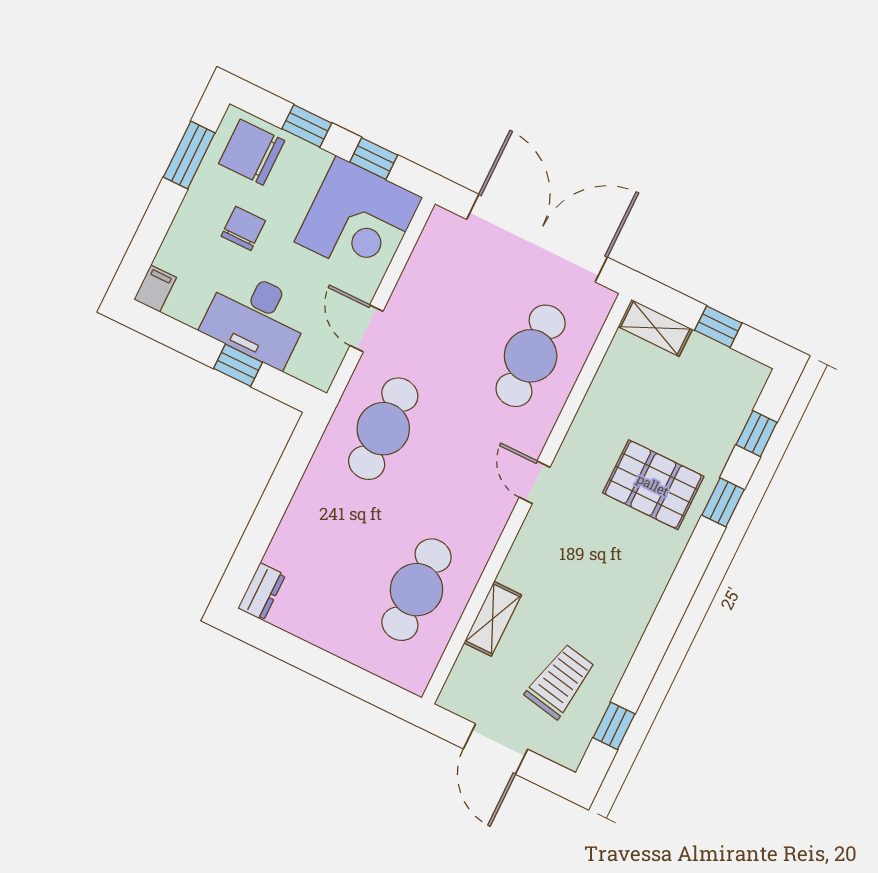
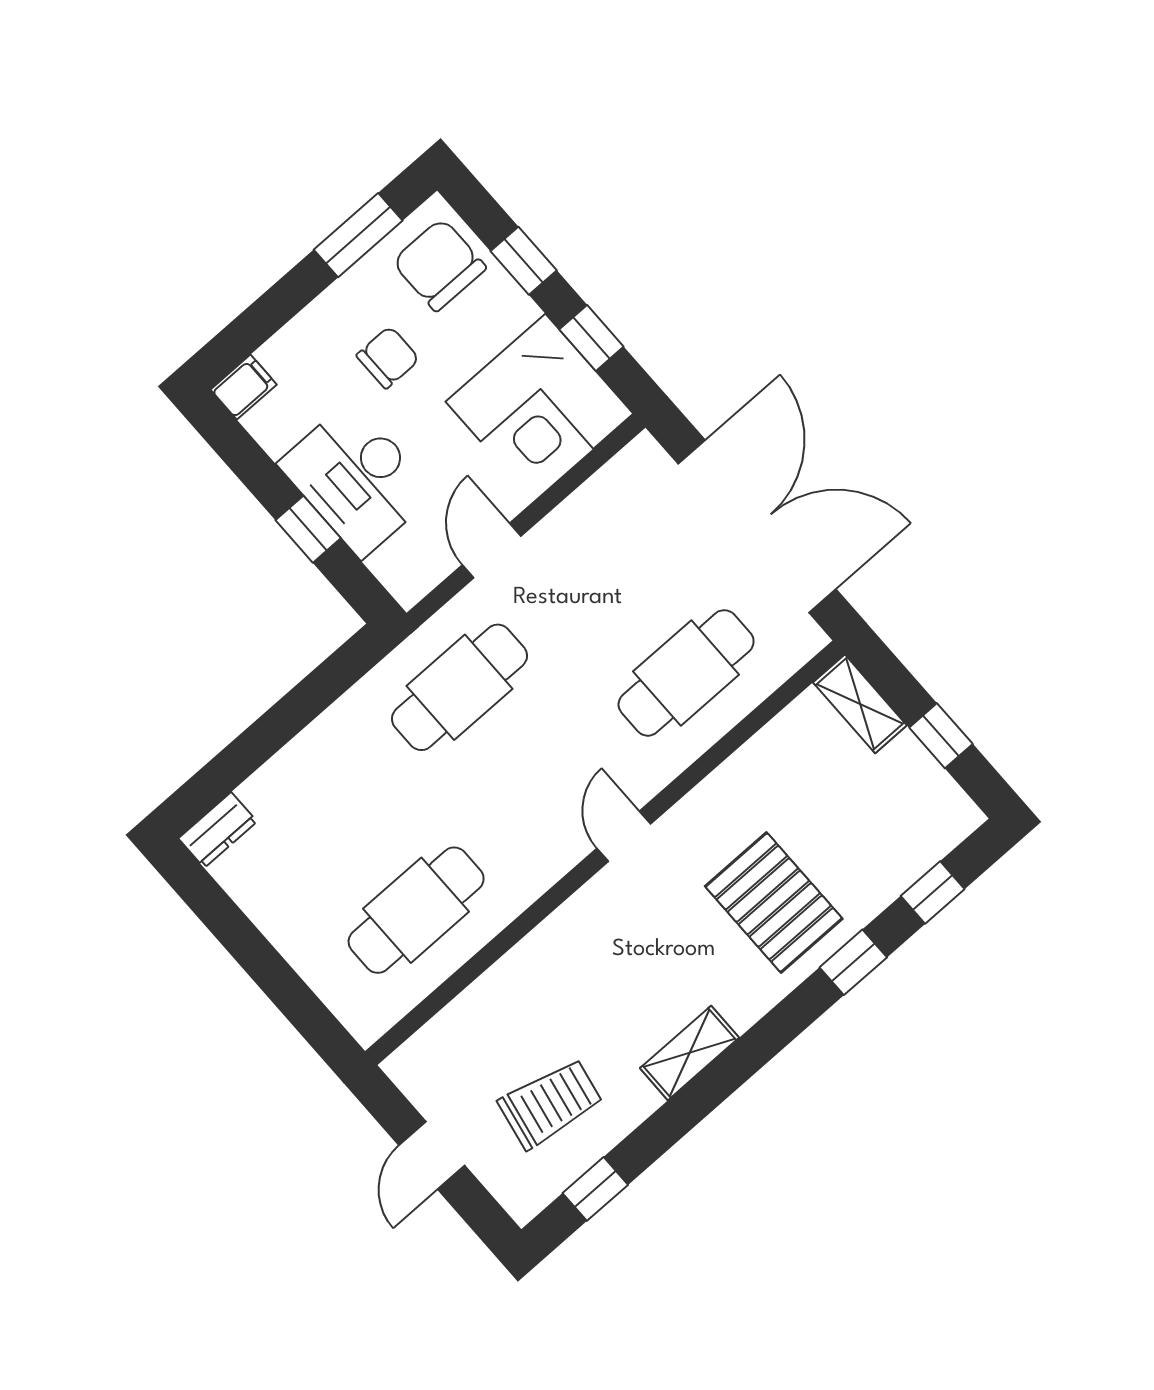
shelving: (493, 619) -> (689, 1053), moved
door: (495, 749) -> (432, 1155), width x0.73

